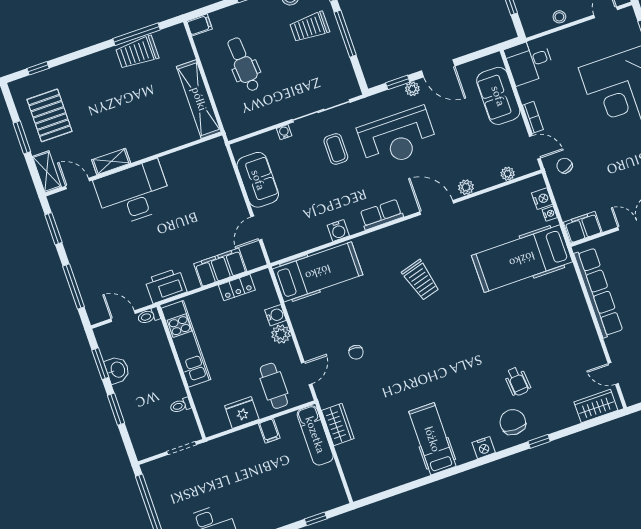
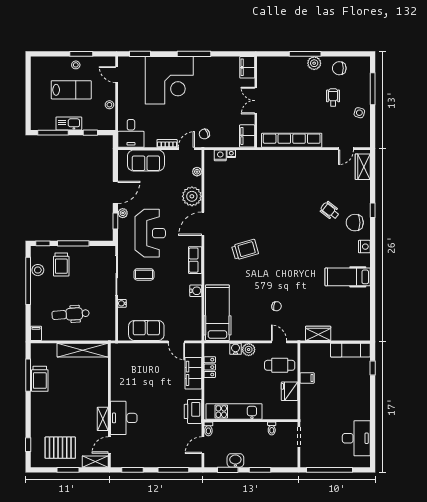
plant: (466, 187) -> (192, 196), width x1.88, depth x1.88
desk: (133, 193) -> (124, 418), width x0.73, depth x0.77
hospital bed: (522, 259) -> (254, 181), removed
wheelchair: (517, 381) -> (330, 211), turned -137
exam couch: (315, 435) -> (350, 350), moved

